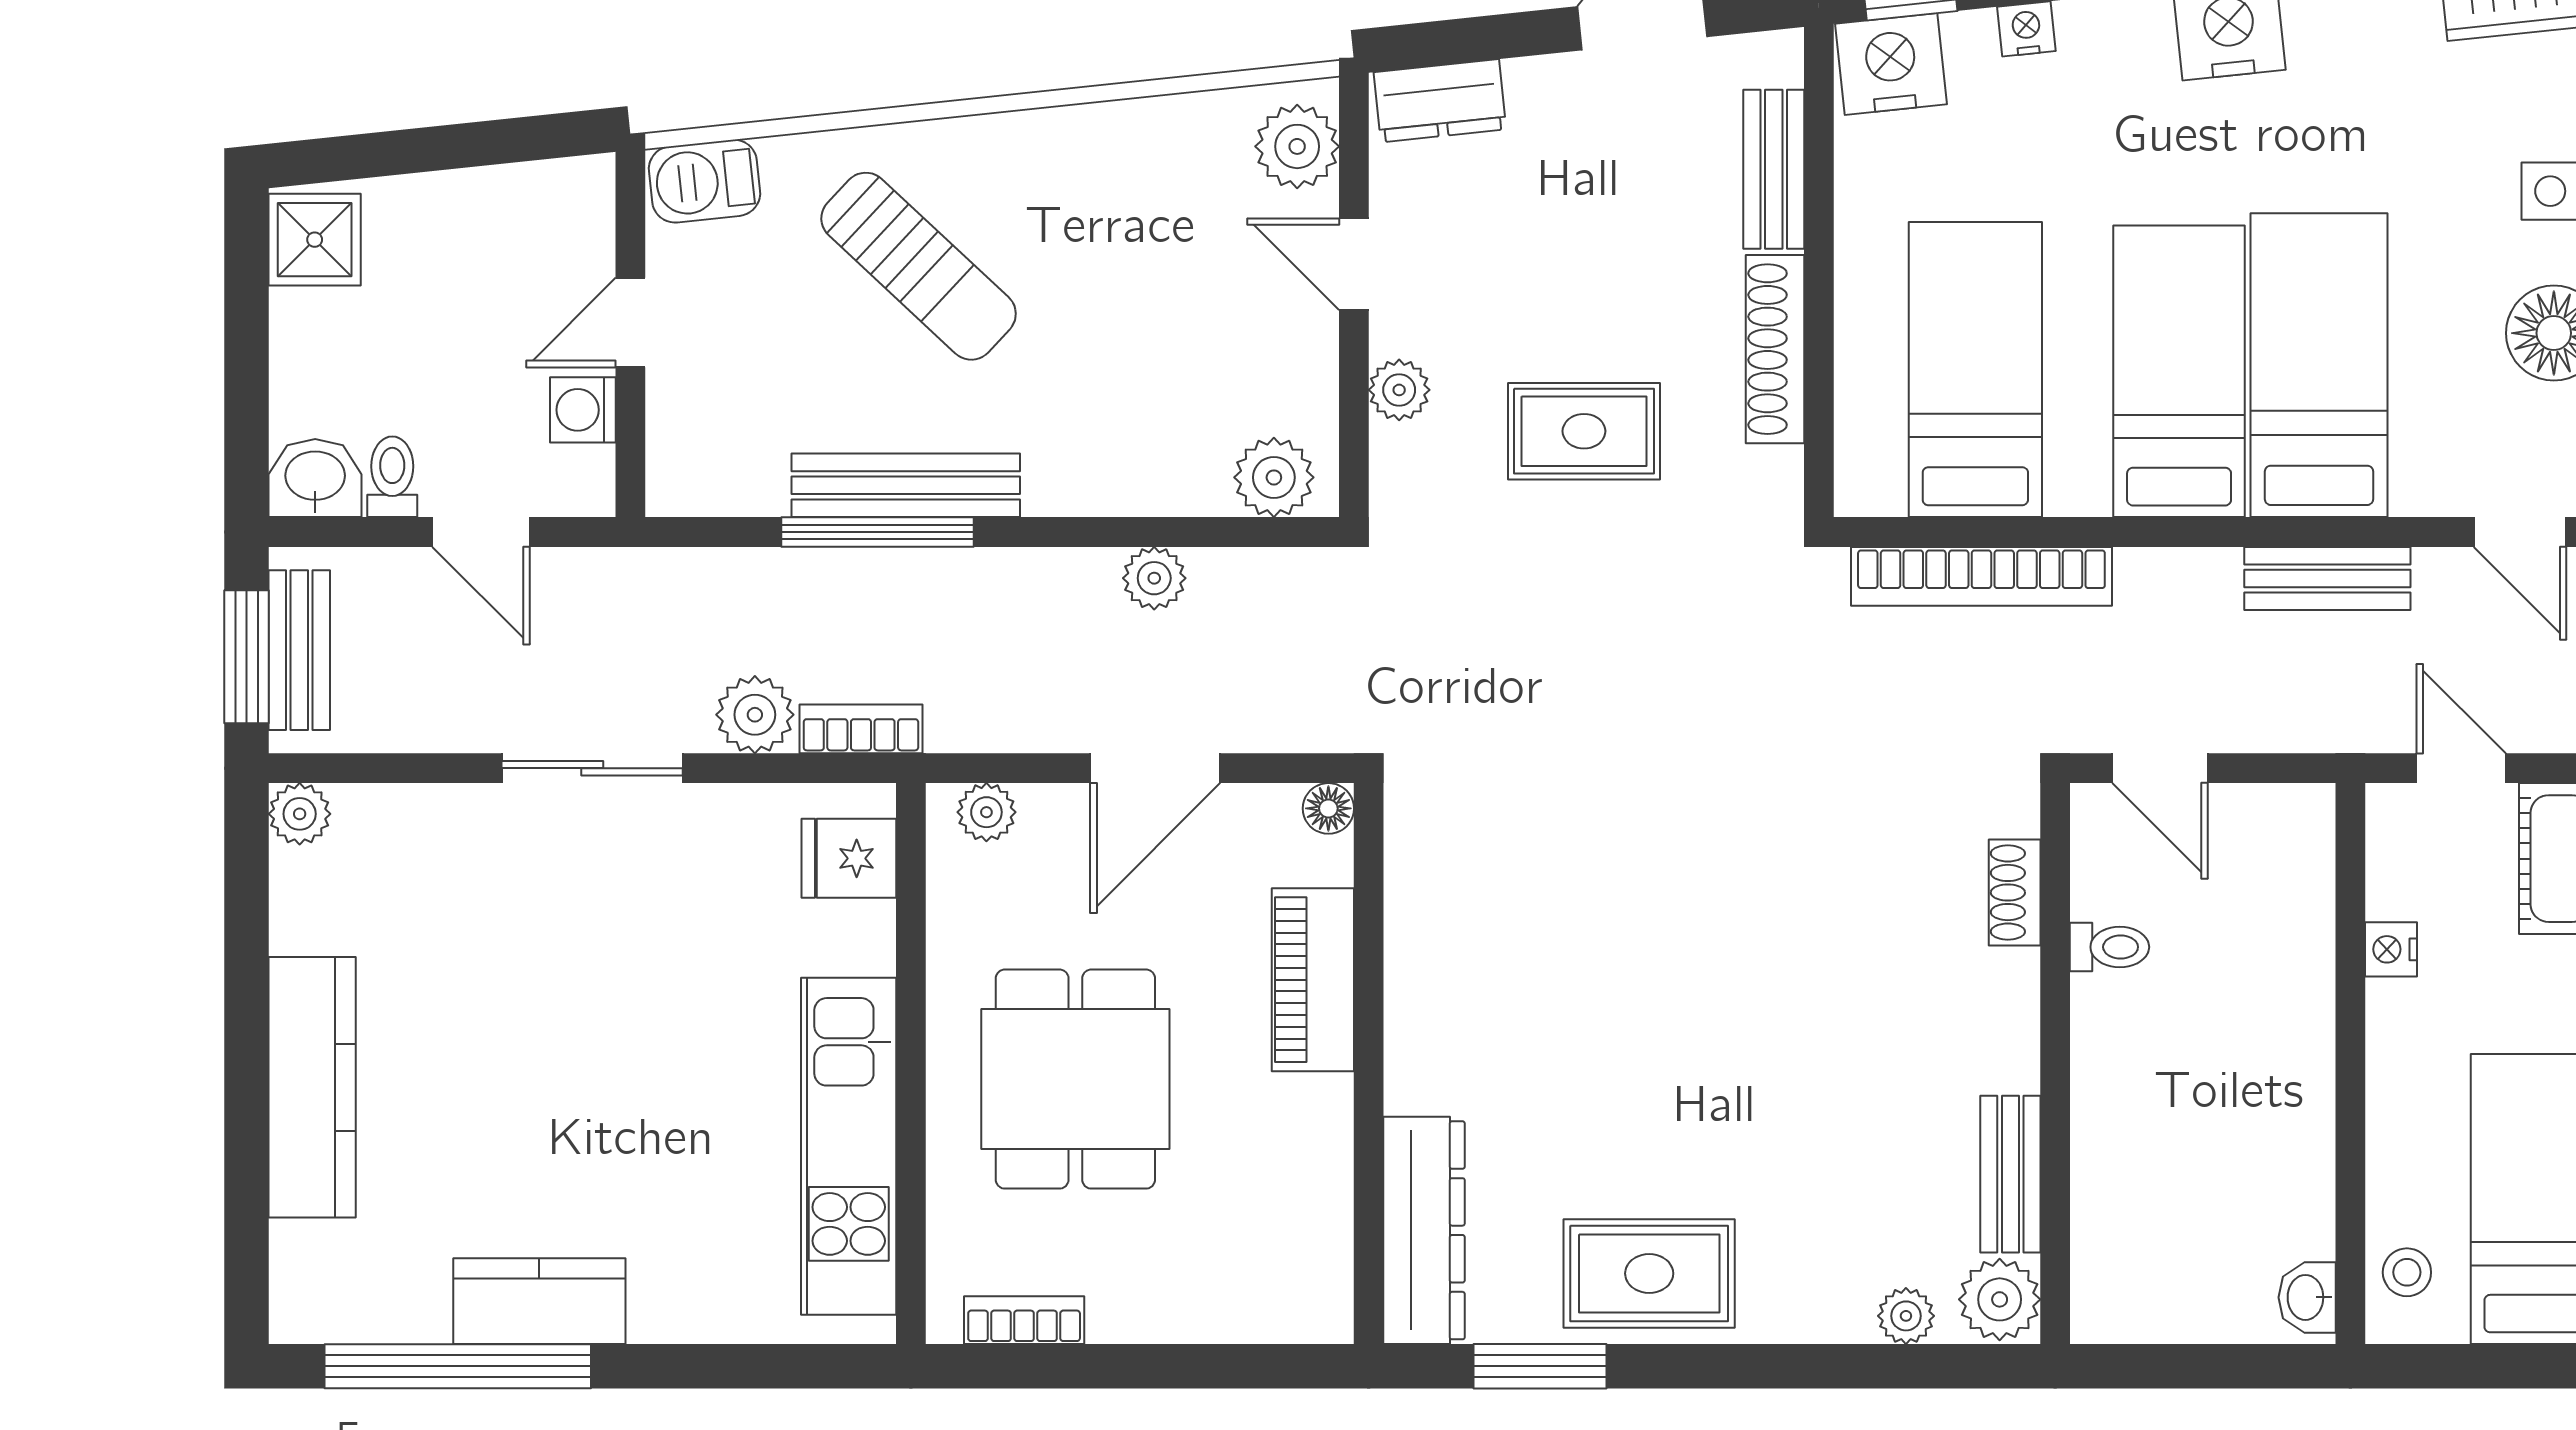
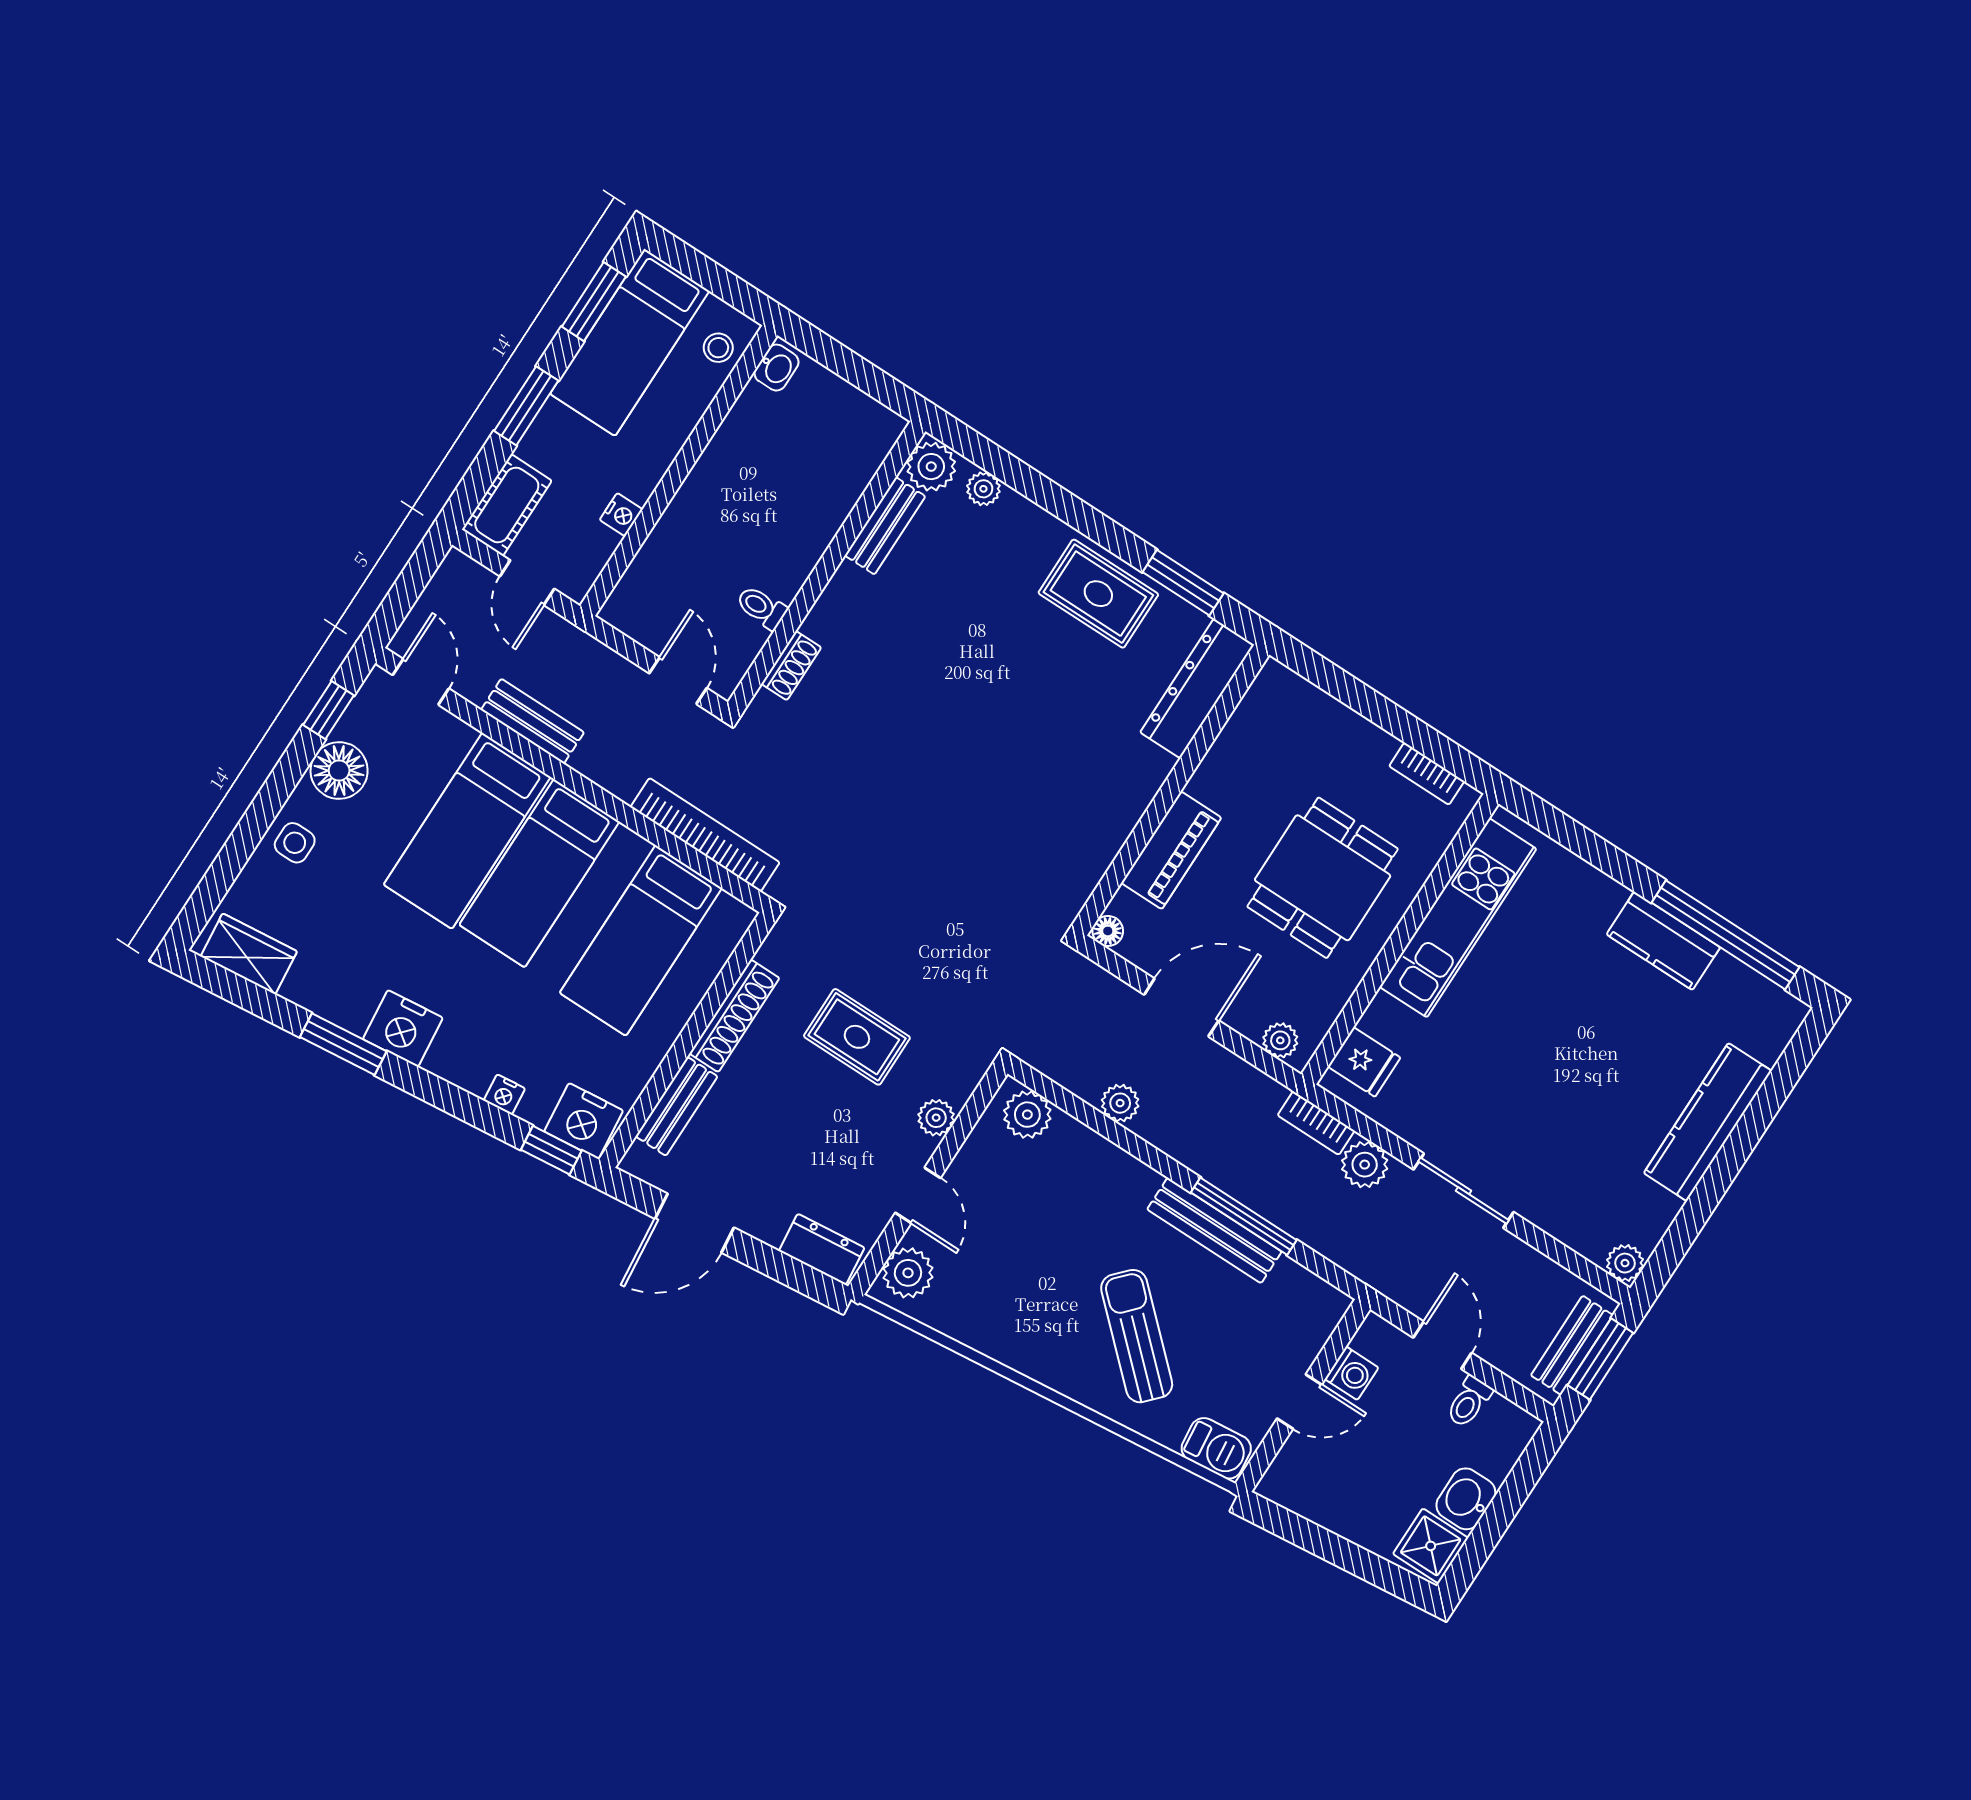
washbasin: (315, 478) -> (1466, 1499), moved, turned 90

